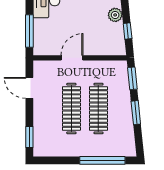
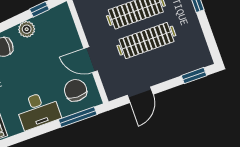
chair: (52, 37) -> (76, 90), added

